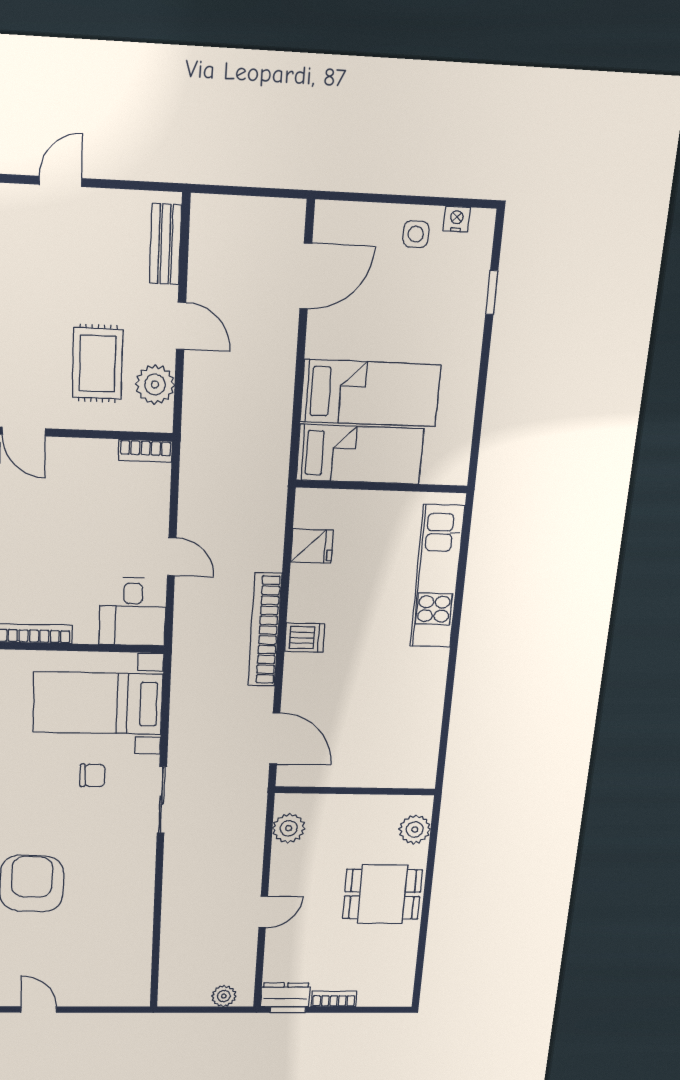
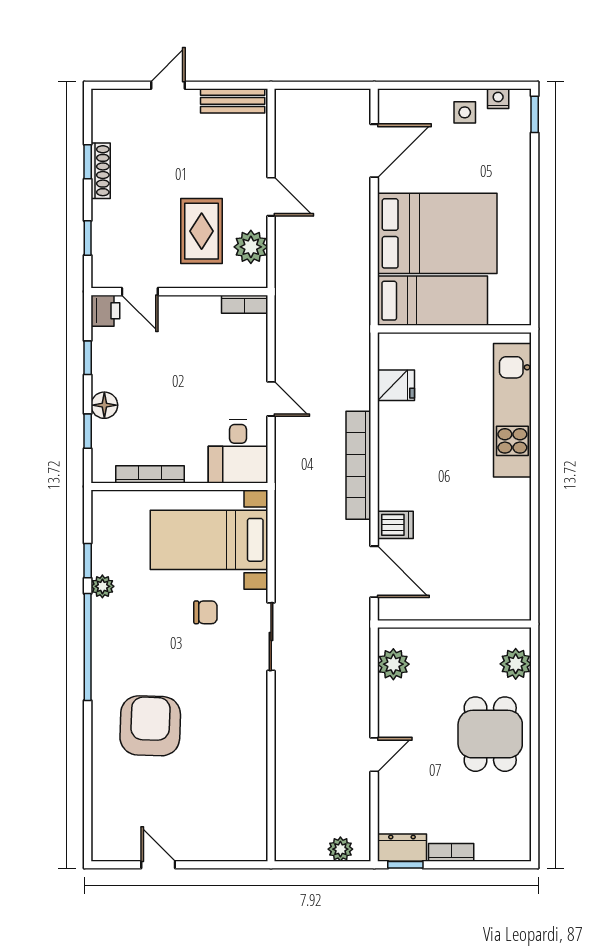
bench: (165, 244) -> (233, 101), moved, turned 90
window: (492, 292) -> (535, 114), moved
bed: (370, 393) -> (437, 233), width x1.50
dishwasher: (305, 638) -> (395, 525), moved
dining table: (382, 894) -> (490, 734), turned 90

